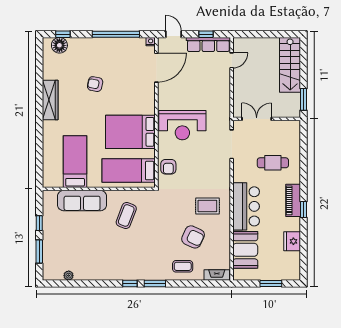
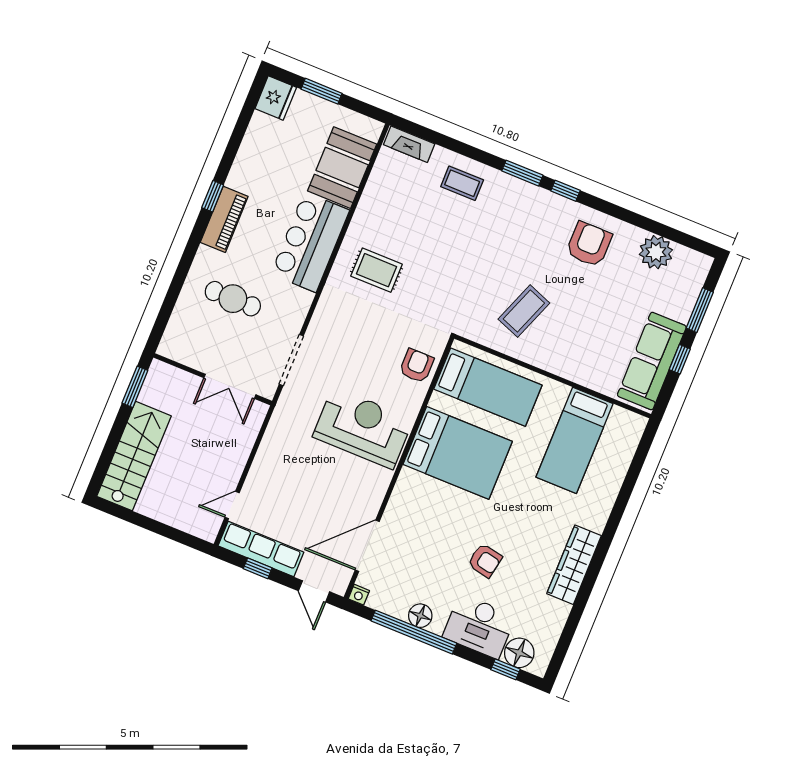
floor lamp: (116, 44) -> (420, 616), added
desk: (85, 50) -> (479, 626), added
sofa: (82, 201) -> (652, 361), moved, turned -90
armchair: (193, 237) -> (589, 244), moved, turned 65
fridge: (292, 241) -> (276, 98), moved
plant: (69, 276) -> (656, 252), width x1.88, depth x1.88

